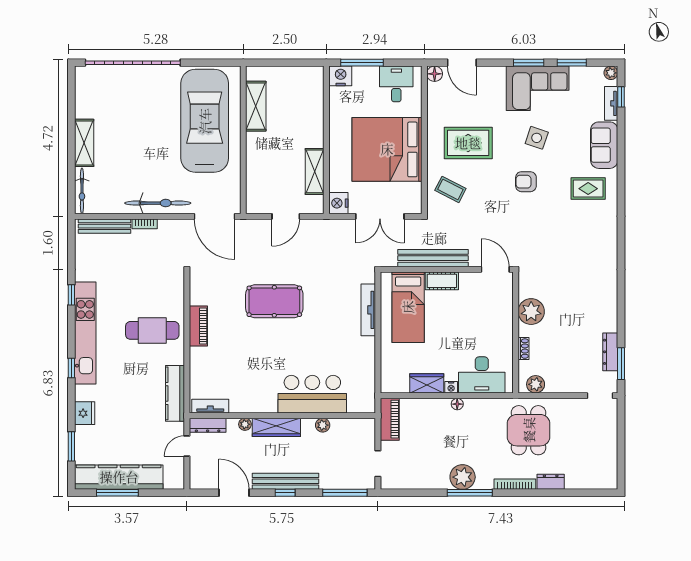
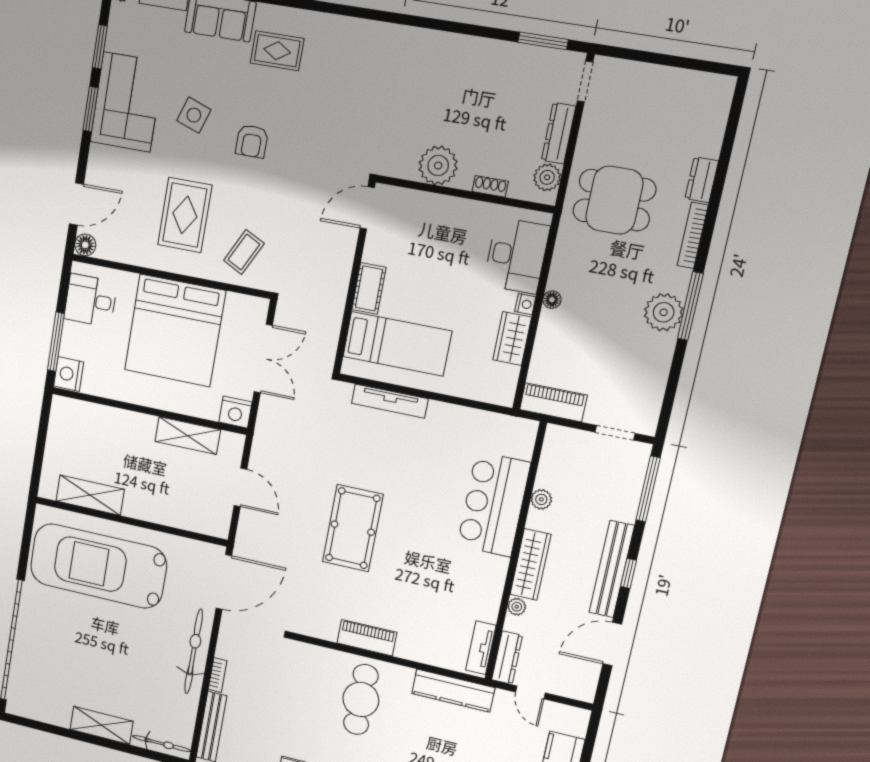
rug: (588, 189) -> (277, 51), turned 90
bench: (433, 258) -> (335, 295), removed
dresser: (610, 352) -> (559, 133), moved, turned 90

